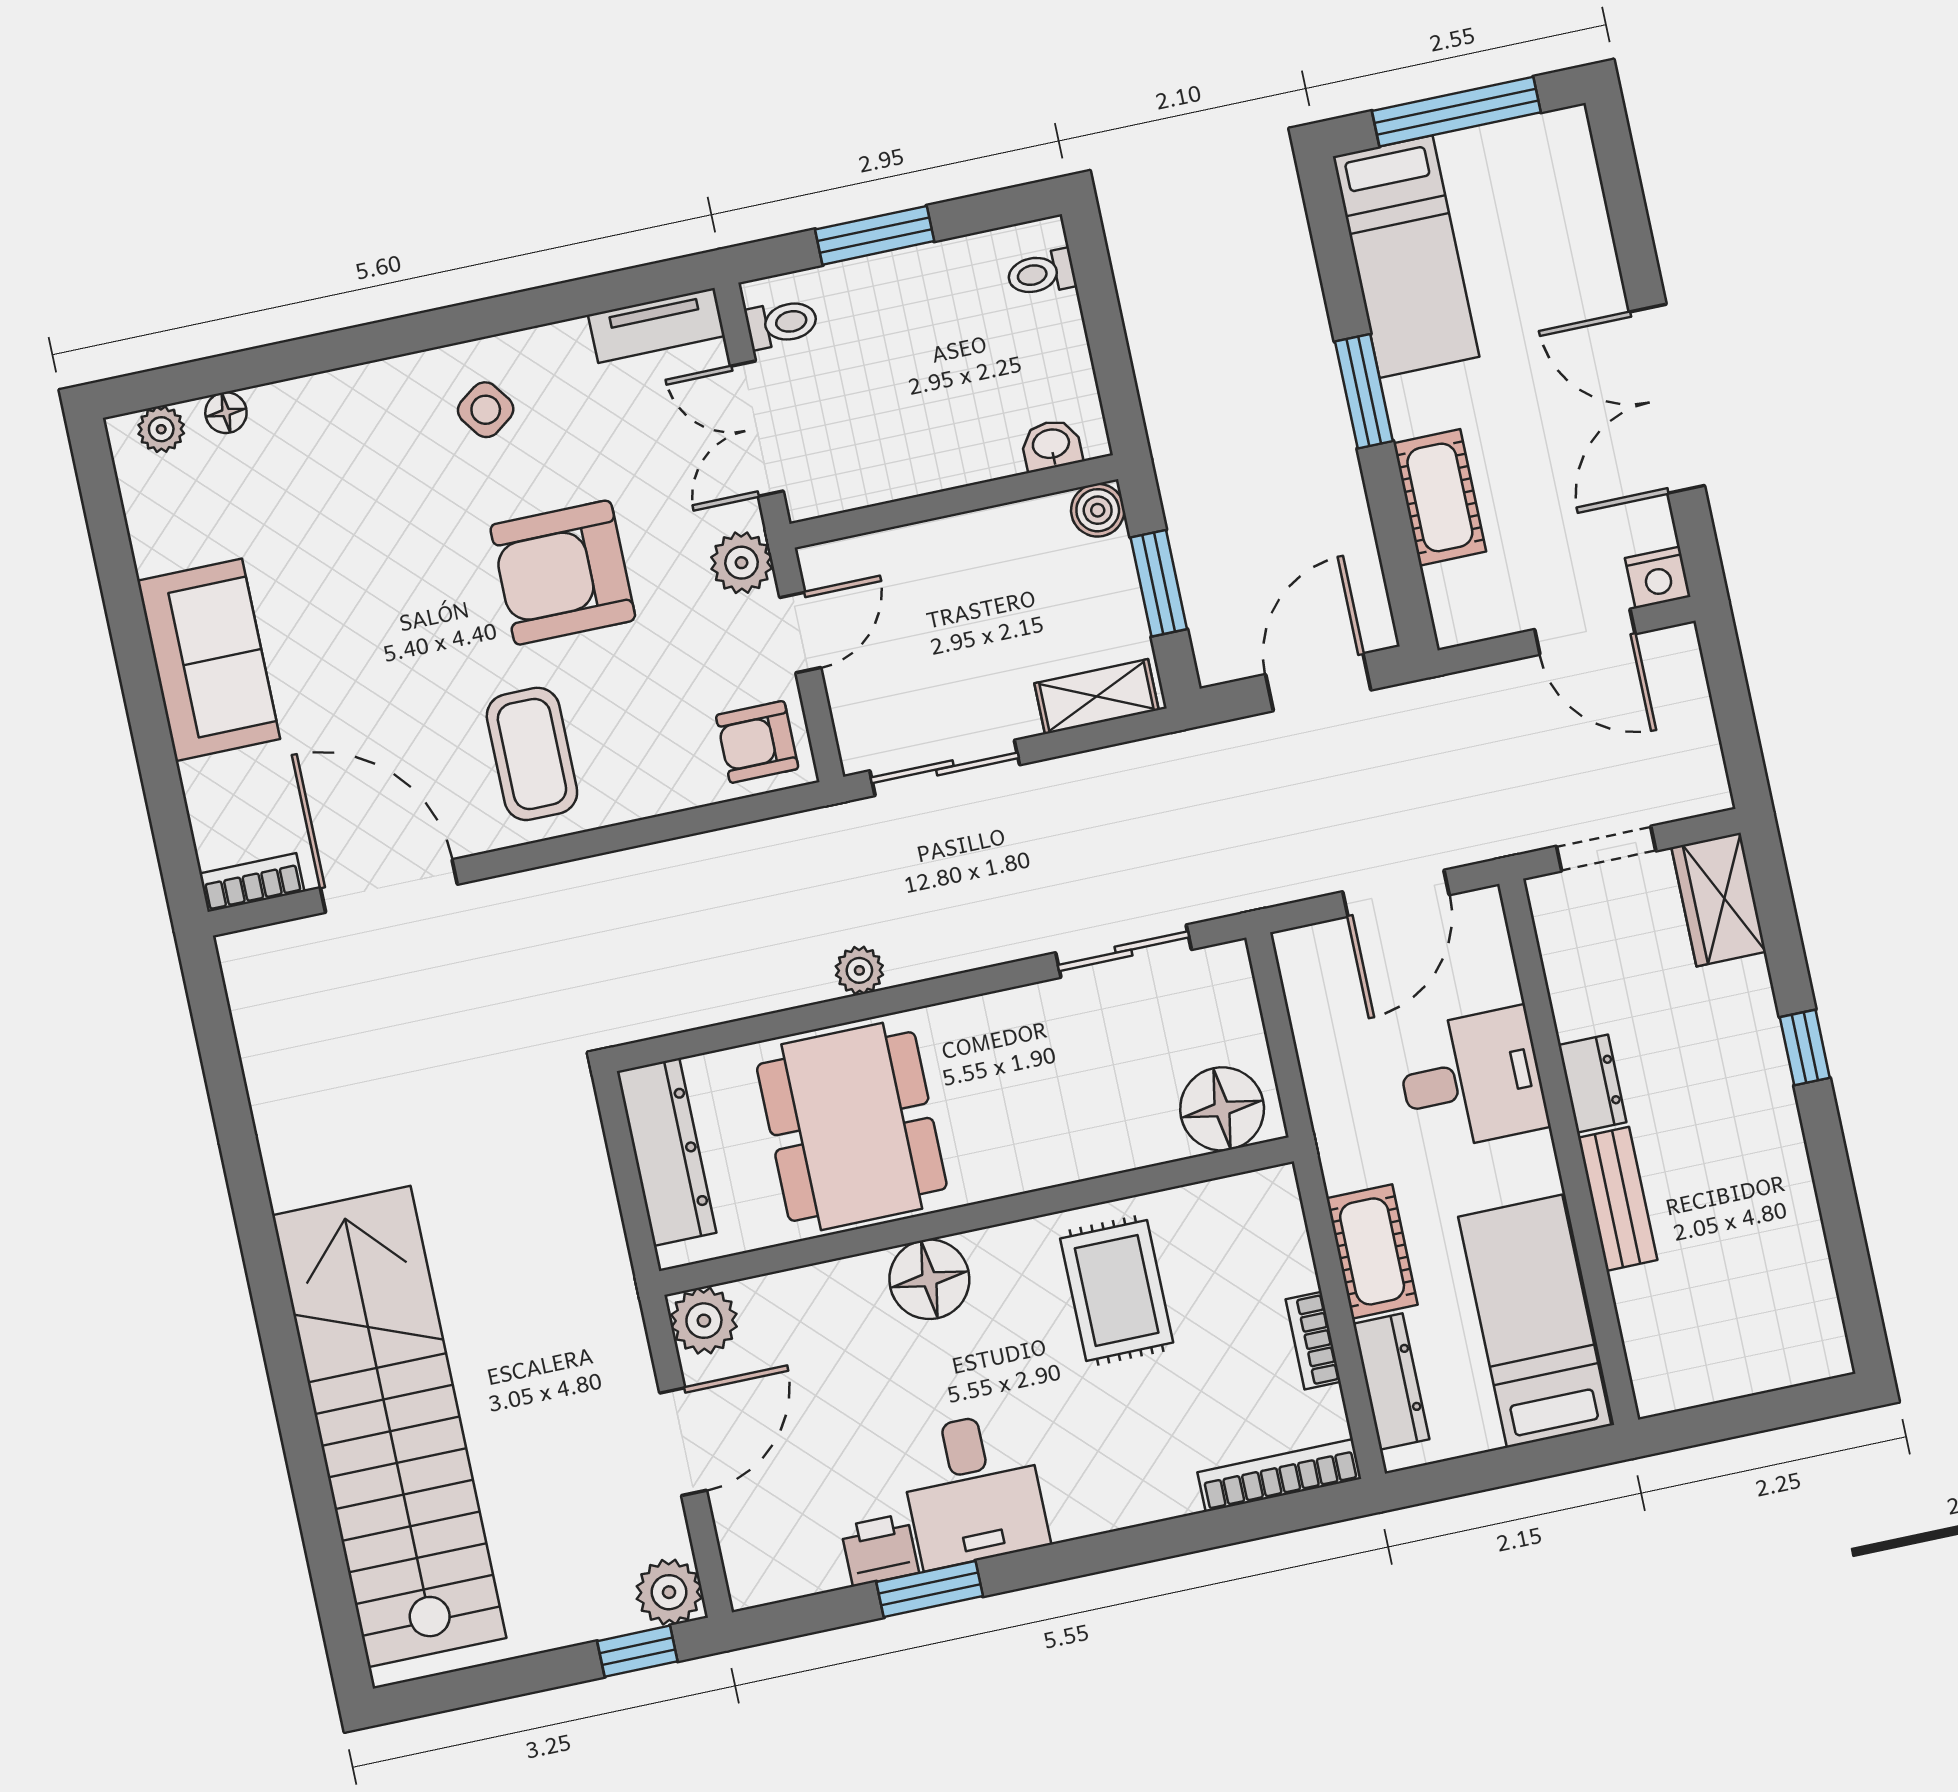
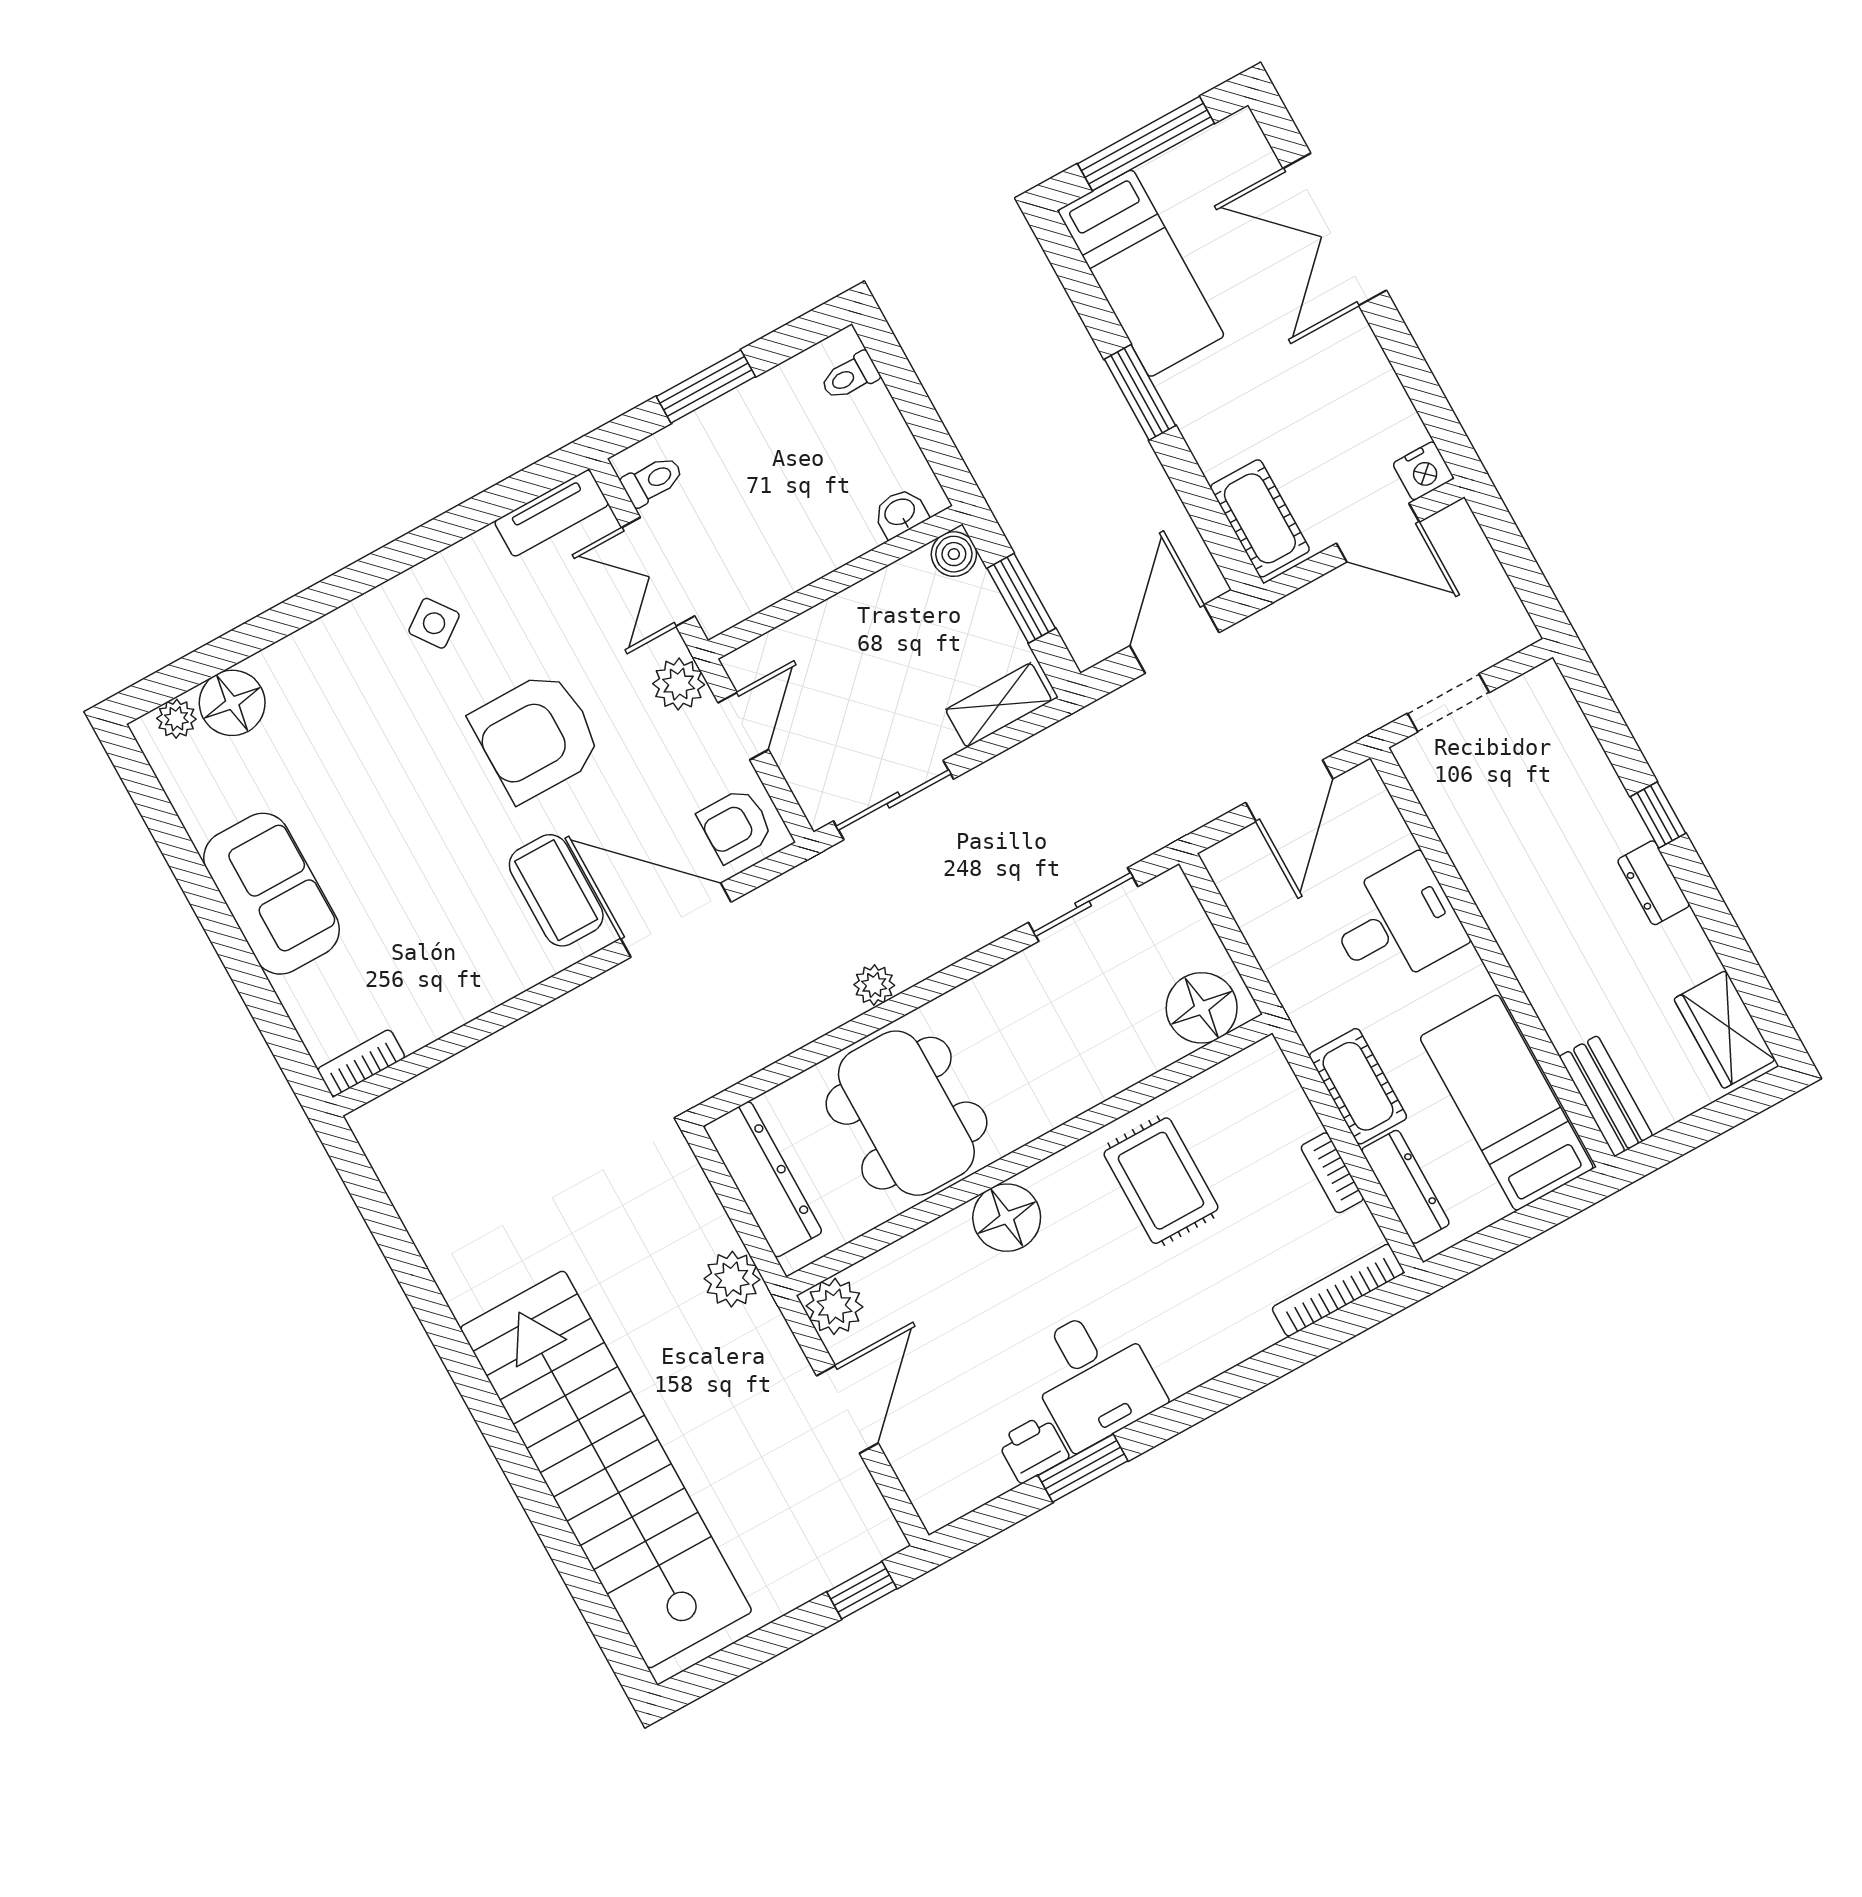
double door: (1667, 399) -> (1335, 229), moved
floor lamp: (226, 413) -> (232, 703), width x1.89, depth x1.89
cot: (1440, 497) -> (1260, 518), moved
door: (389, 886) -> (676, 920), moved
wardrobe: (1719, 899) -> (1725, 1029), moved
dresser: (1592, 1084) -> (1654, 883), moved, turned 180
bench: (1618, 1199) -> (1606, 1096), moved
plant: (669, 1592) -> (732, 1279), moved

